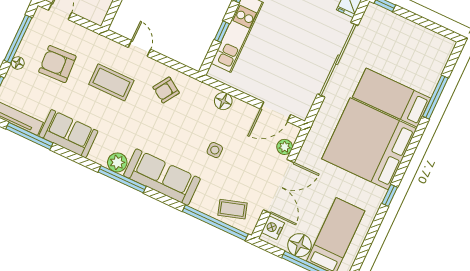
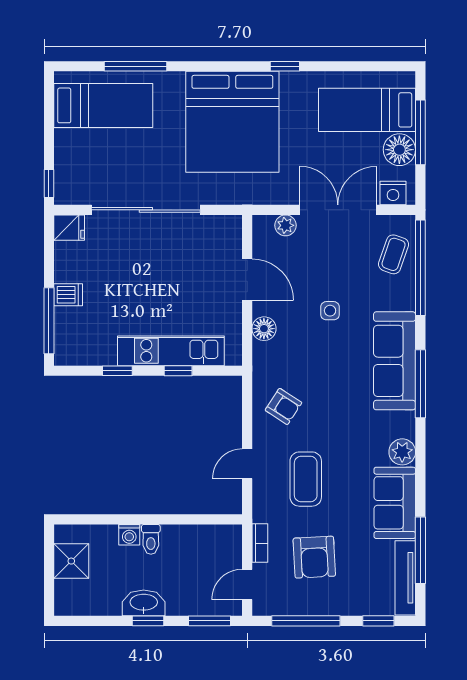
bookcase: (83, 32) -> (260, 543), added
floor lamp: (18, 63) -> (336, 607), removed
bed: (392, 98) -> (103, 105), moved, turned -90
door: (275, 112) -> (247, 280), moved
plant: (117, 162) -> (402, 452), moved
window: (122, 179) -> (420, 384), moved
coffee table: (232, 209) -> (394, 254), turned 36

